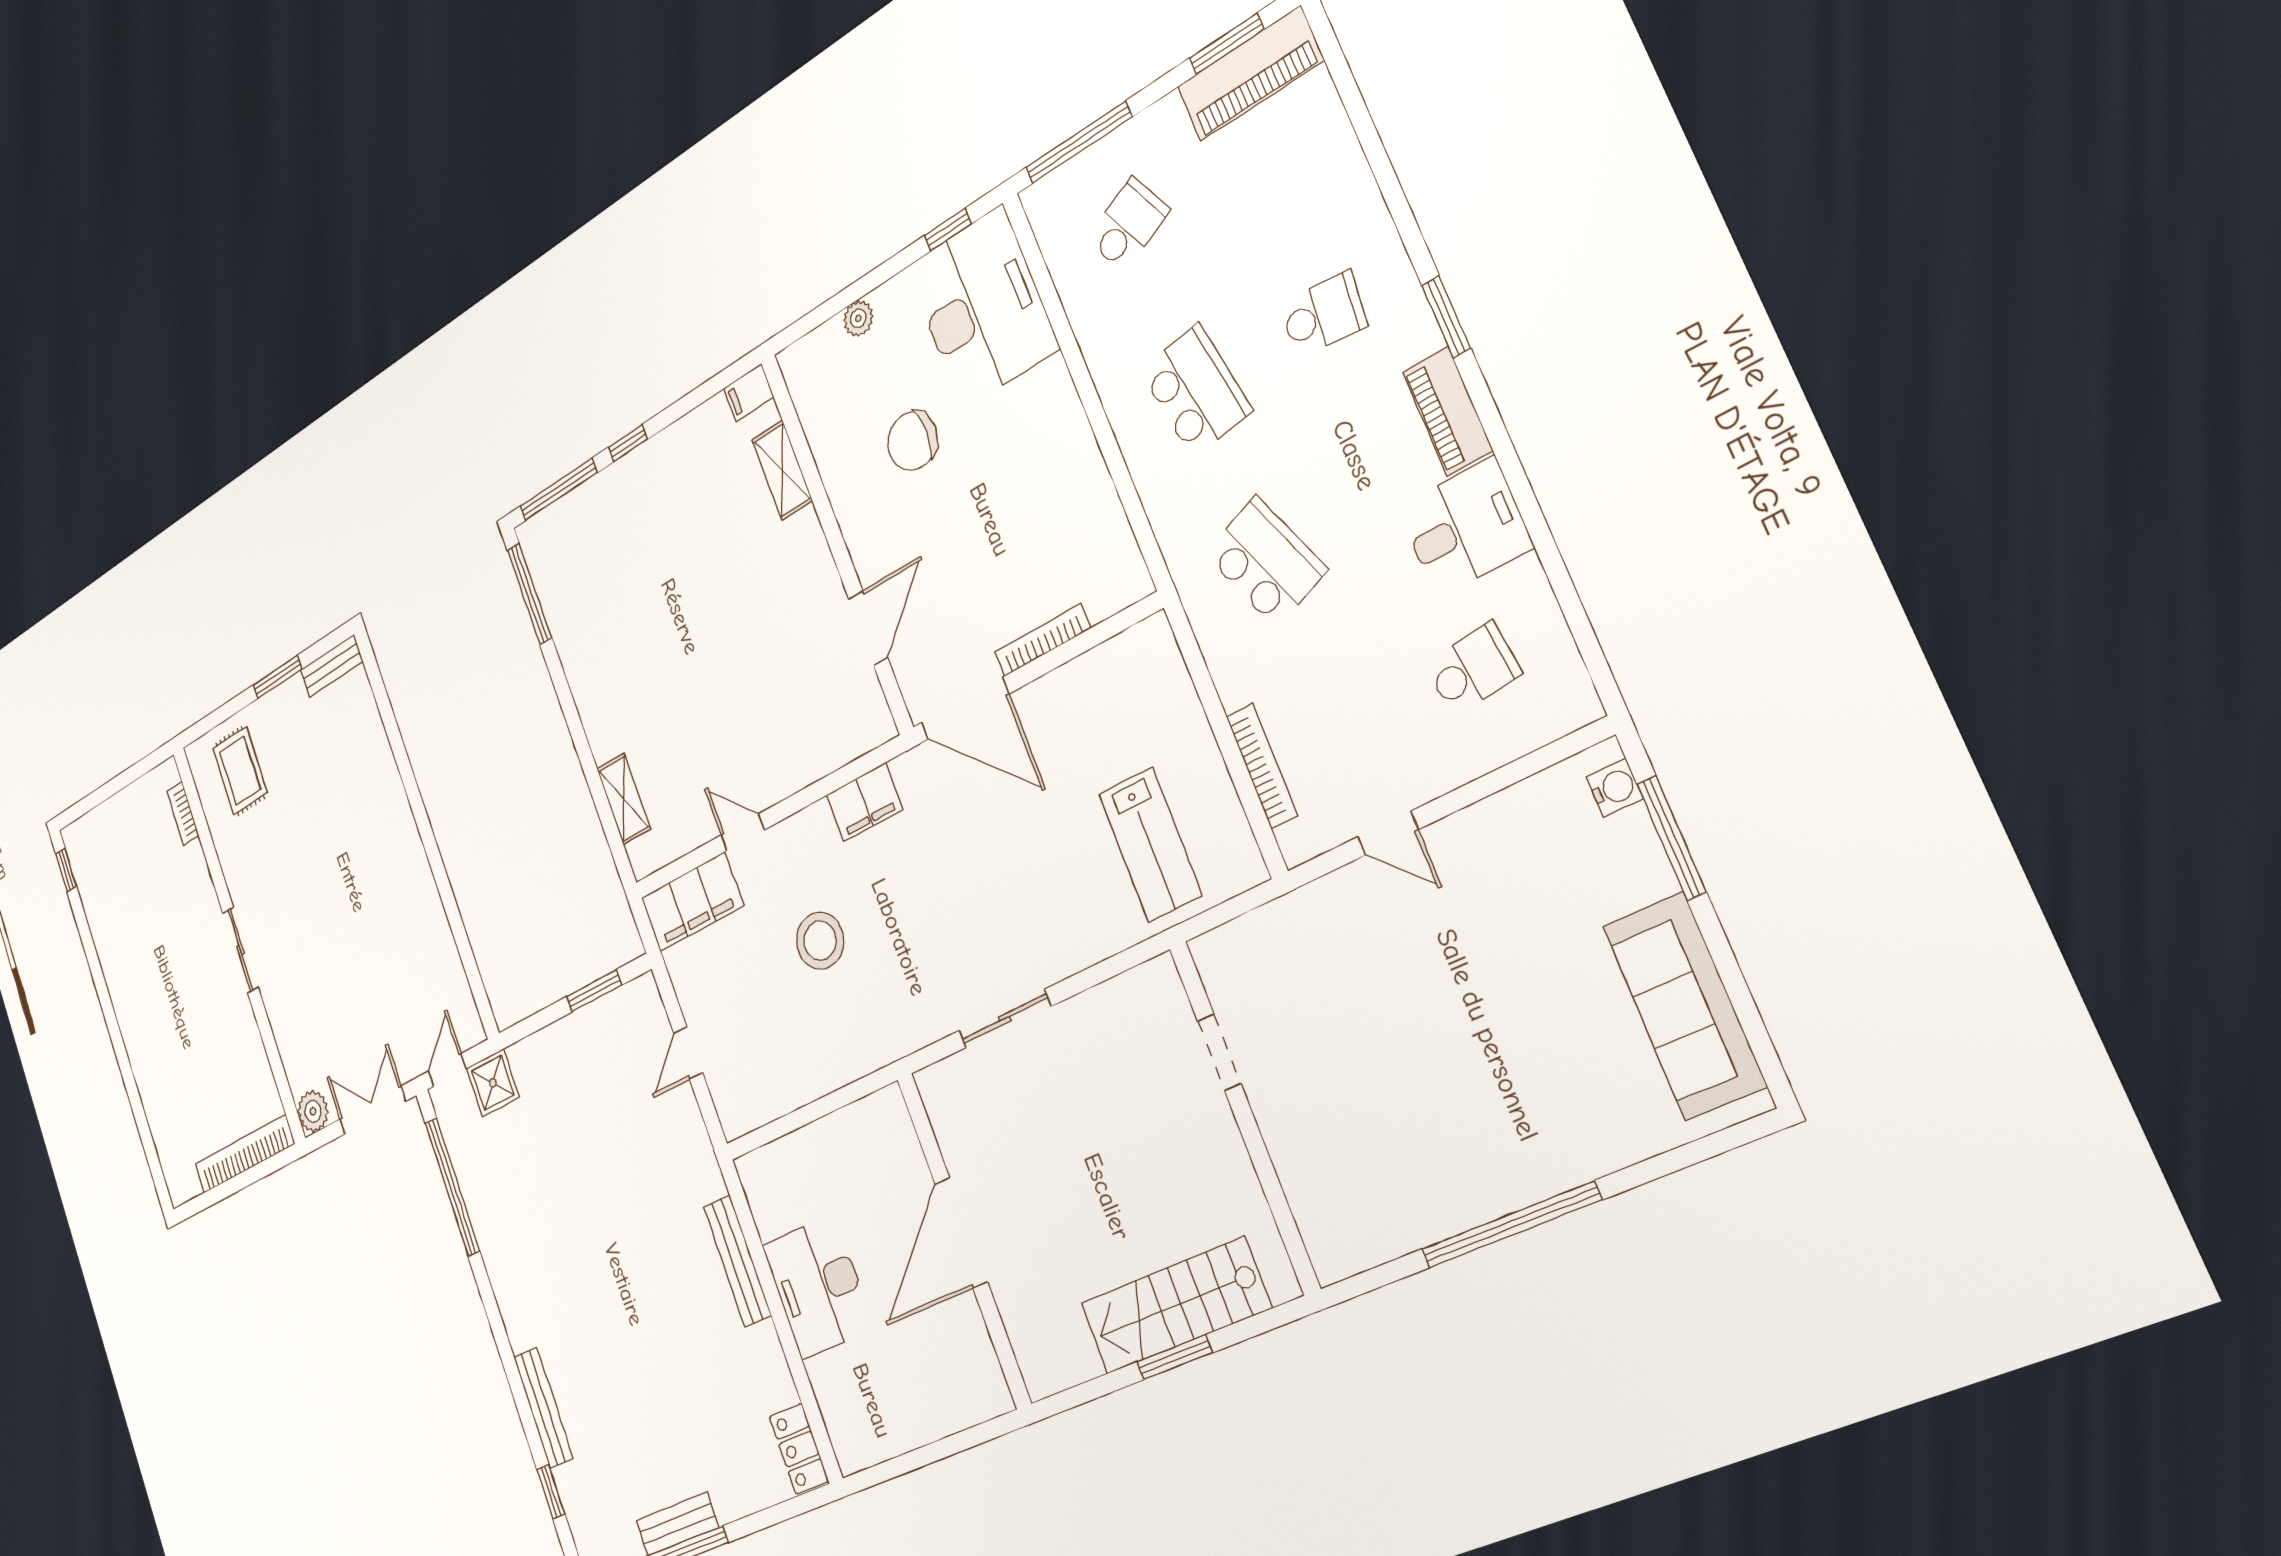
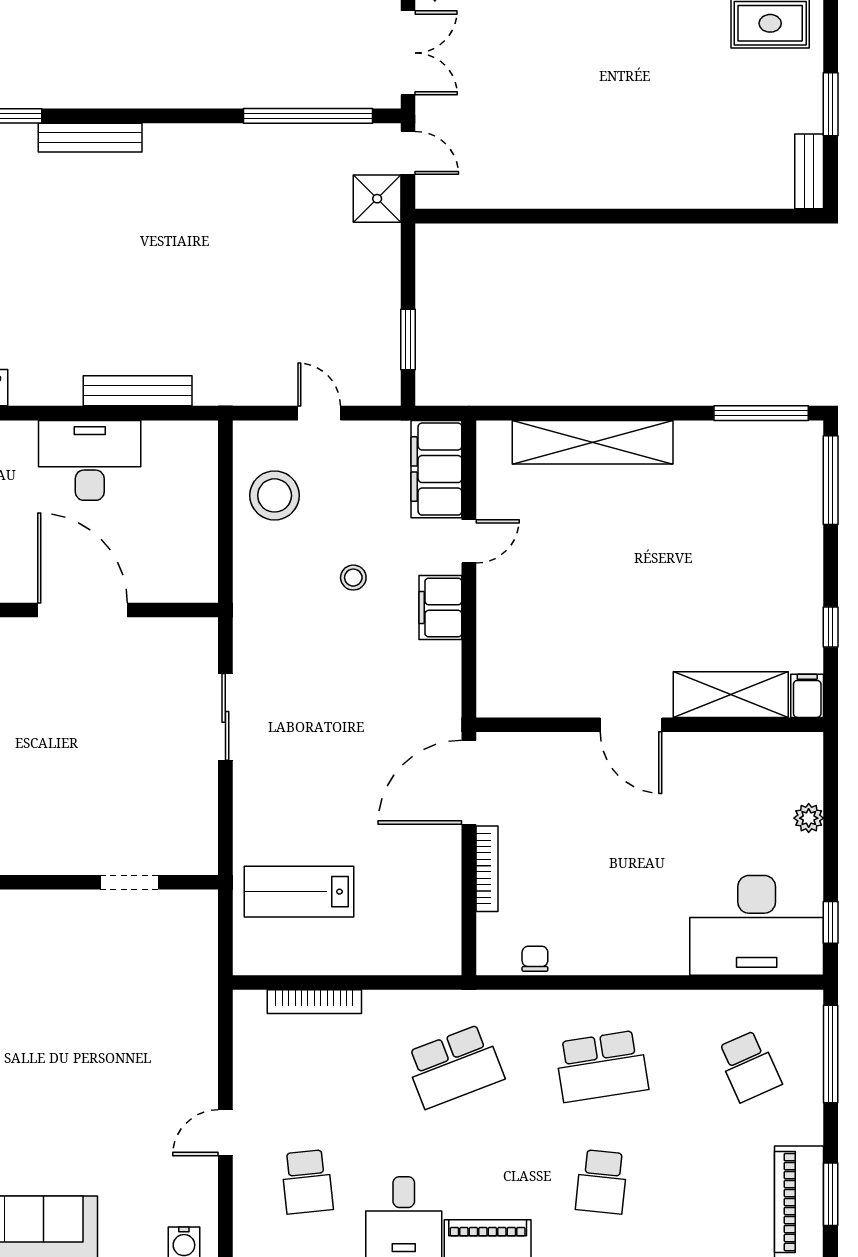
chair: (912, 441) -> (535, 959), moved, width x0.54, depth x0.54
window: (628, 443) -> (831, 627), moved
shelving: (782, 470) -> (731, 695), width x1.50, depth x1.33
door: (868, 628) -> (631, 725), moved
shelving: (624, 799) -> (593, 442), width x2.20, depth x1.33
filing cabinet: (865, 802) -> (440, 608), moved
door: (1388, 833) -> (225, 1133), moved
stool: (820, 941) -> (353, 578), width x0.53, depth x0.53
stool: (777, 1065) -> (275, 495), added

